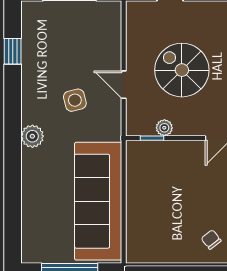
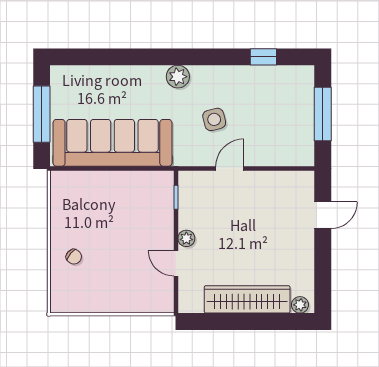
spiral stairs: (182, 70) -> (245, 227), removed
plant: (164, 128) -> (186, 238), moved
chair: (211, 240) -> (74, 257), turned 79

